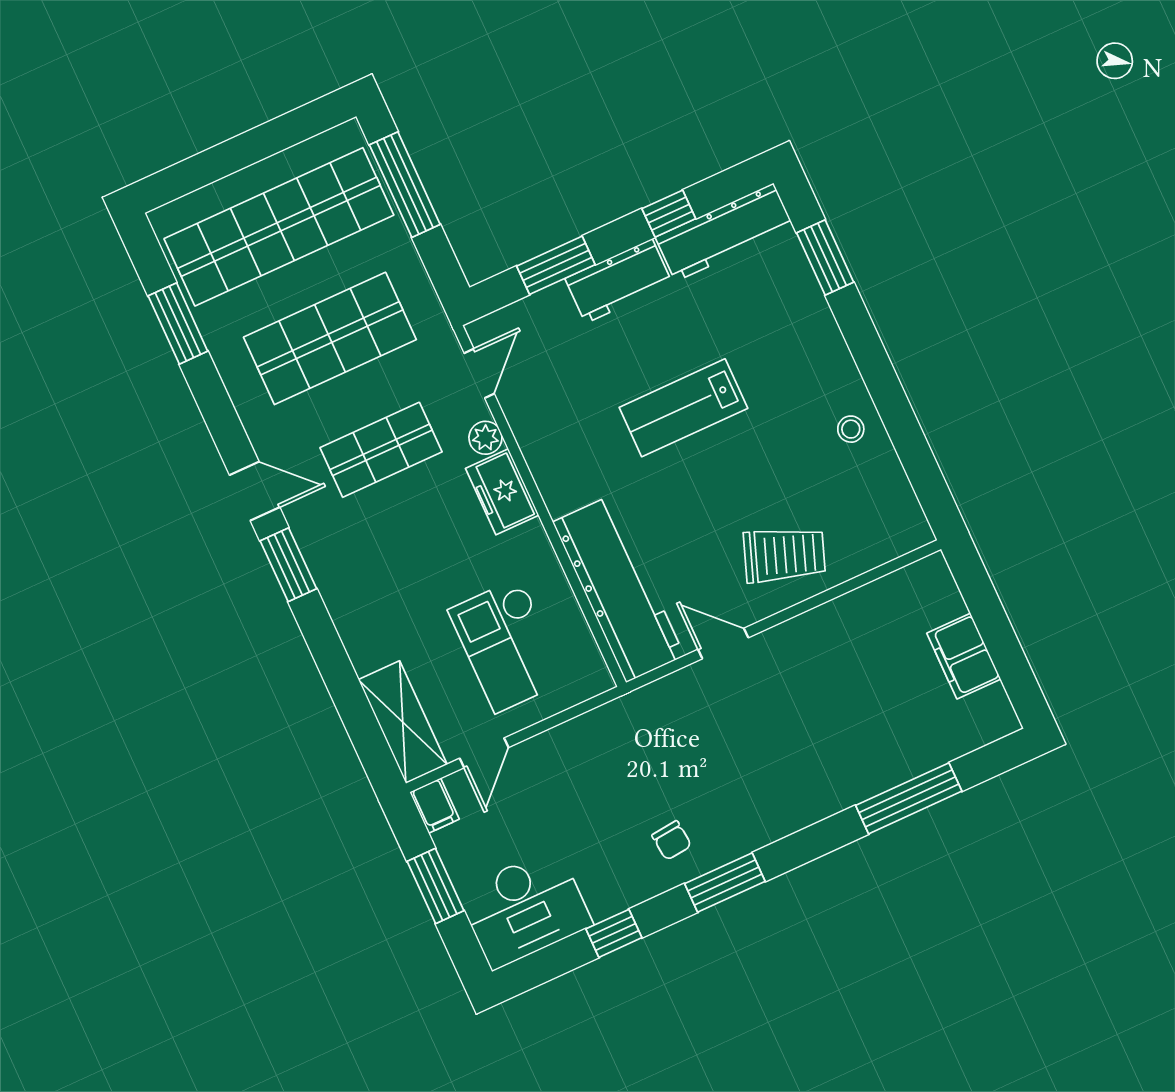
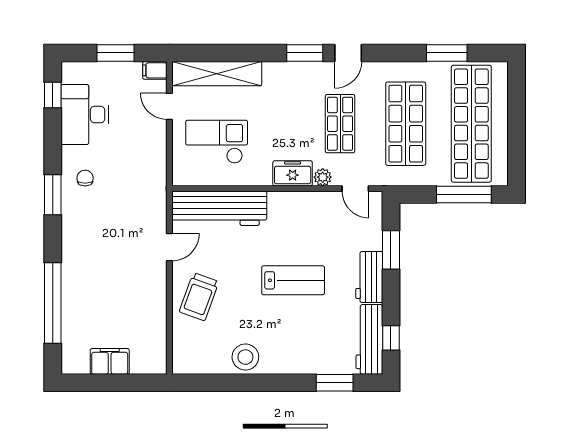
window: (669, 214) -> (391, 338), moved
lab bench: (683, 408) -> (293, 280), turned 90
stool: (851, 429) -> (245, 357), width x1.89, depth x1.89
shelving: (403, 722) -> (217, 74), width x1.47
window: (909, 798) -> (53, 303), width x1.46
chair: (672, 840) -> (85, 178), turned 96
desk: (525, 908) -> (85, 115), moved
window: (614, 933) -> (53, 95), moved

